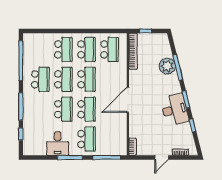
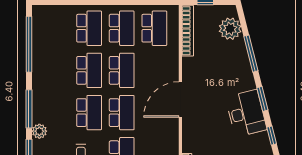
plant: (167, 66) -> (230, 29), moved
school desk: (40, 79) -> (56, 70), removed
plant: (28, 122) -> (39, 131), added

